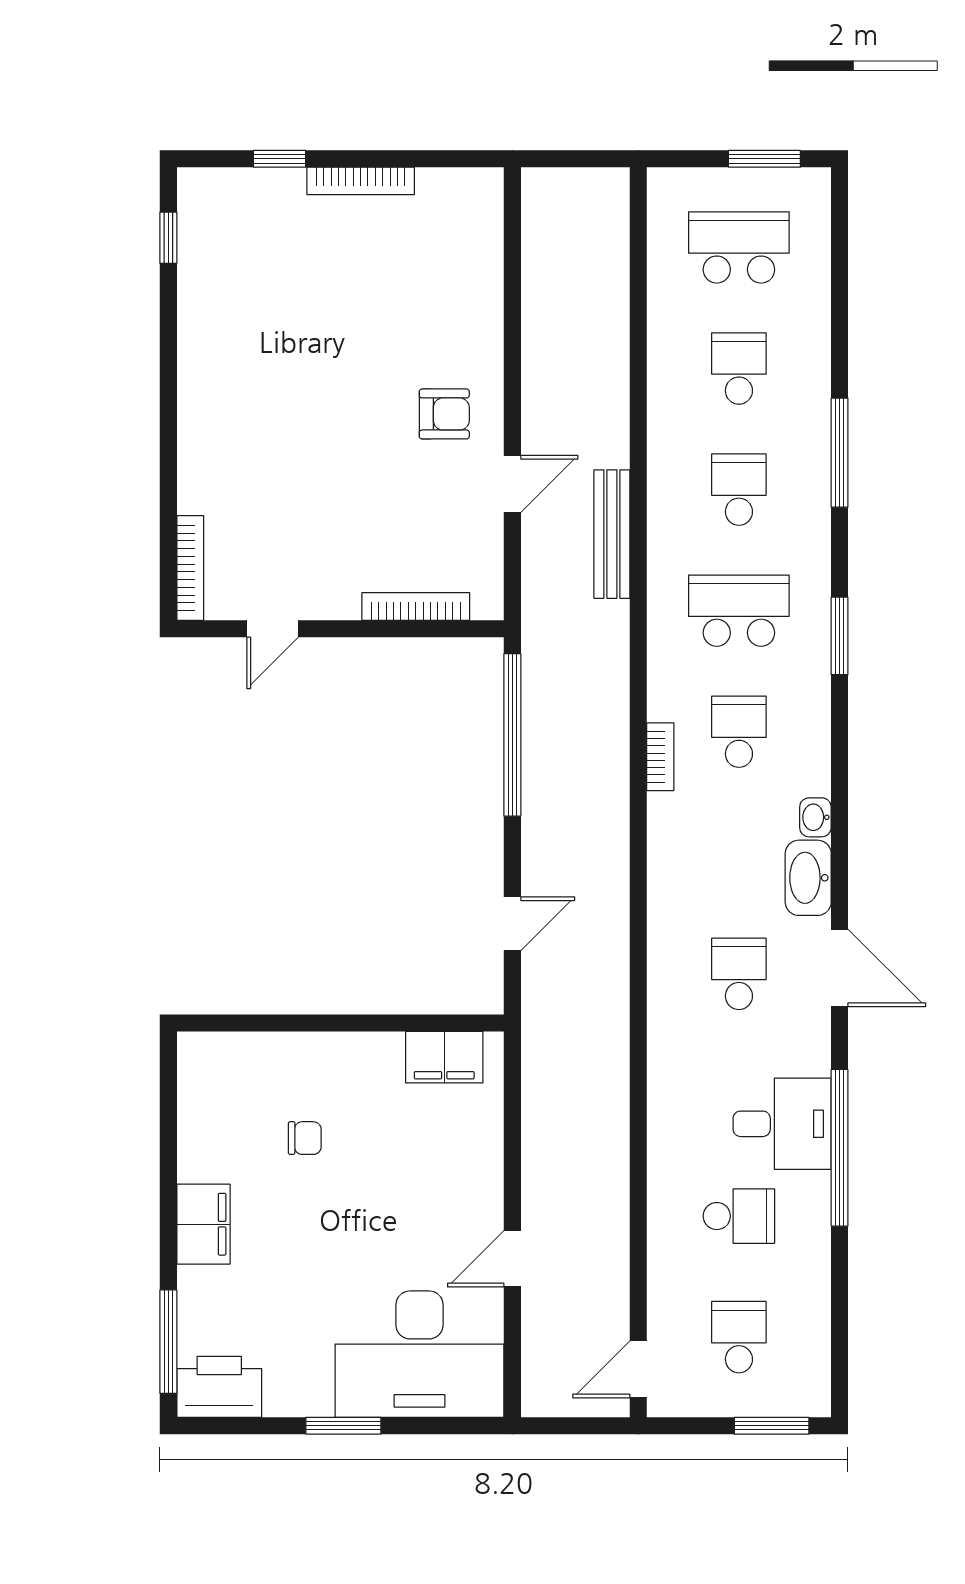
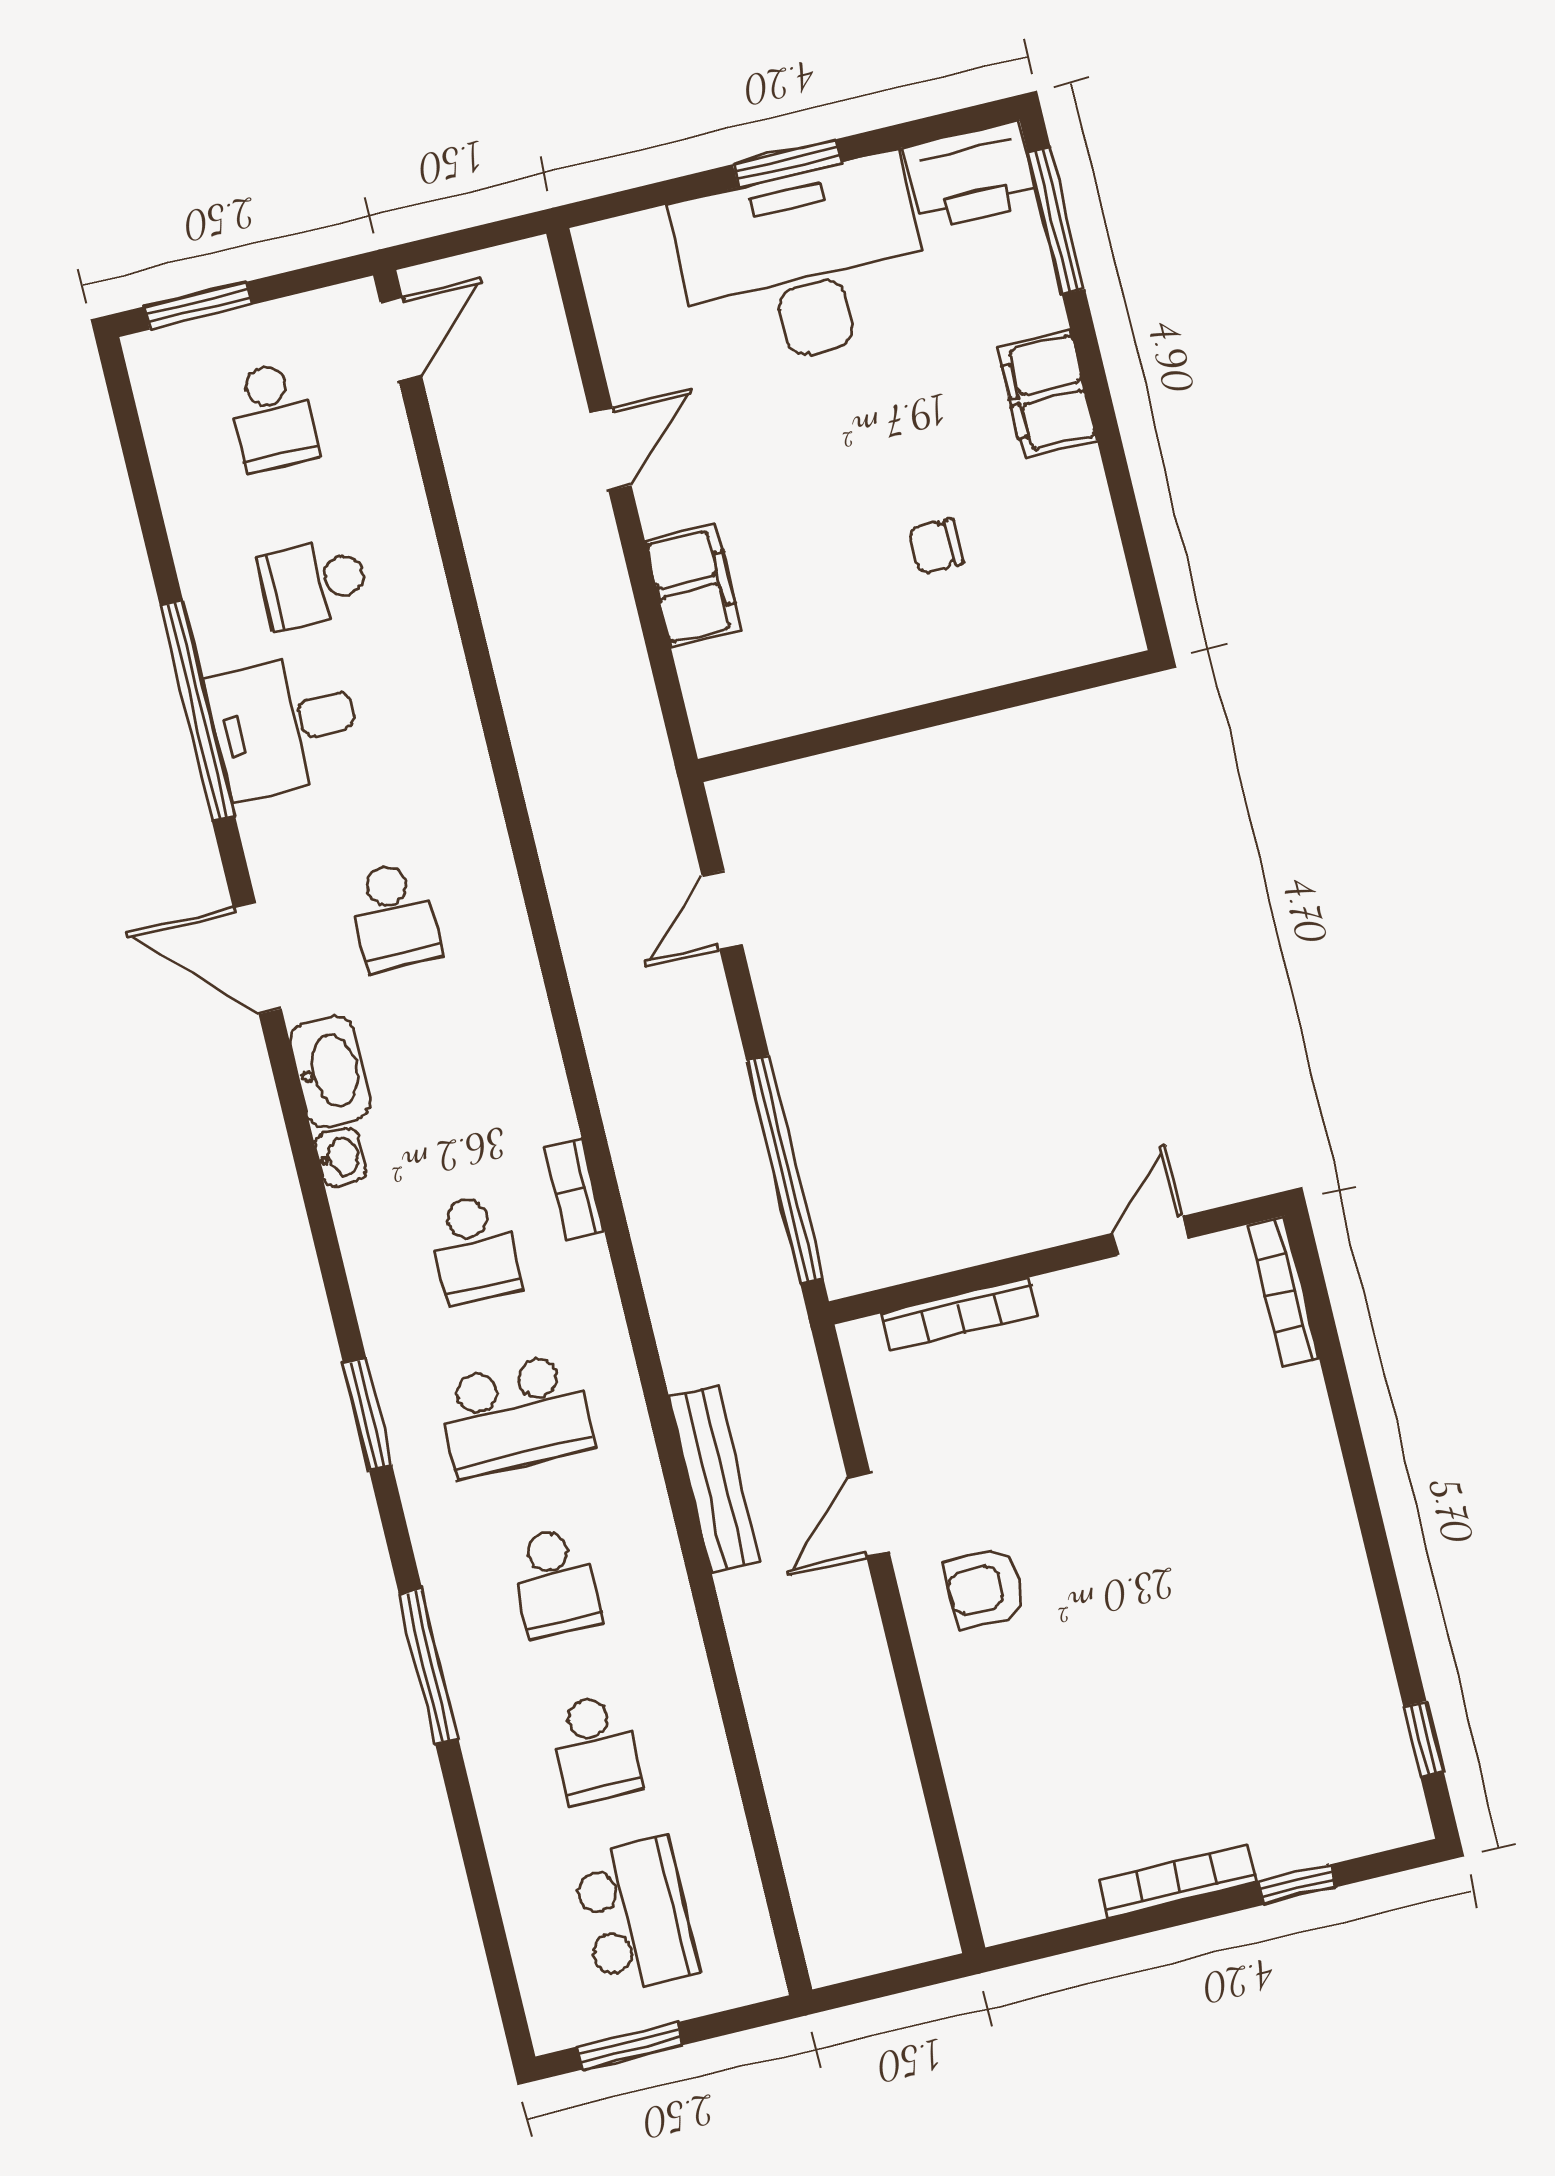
school desk: (739, 247) -> (635, 1915), turned -90
filing cabinet: (444, 1057) -> (693, 585), moved, turned 90
desk: (420, 1354) -> (803, 264), moved

